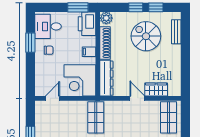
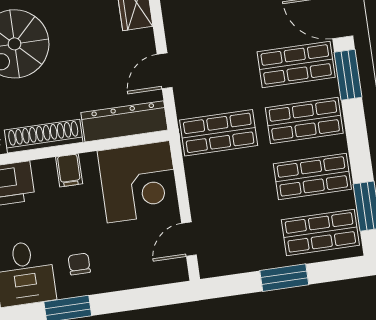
door: (52, 98) -> (189, 239), hinge flipped
door: (137, 98) -> (165, 71), moved

